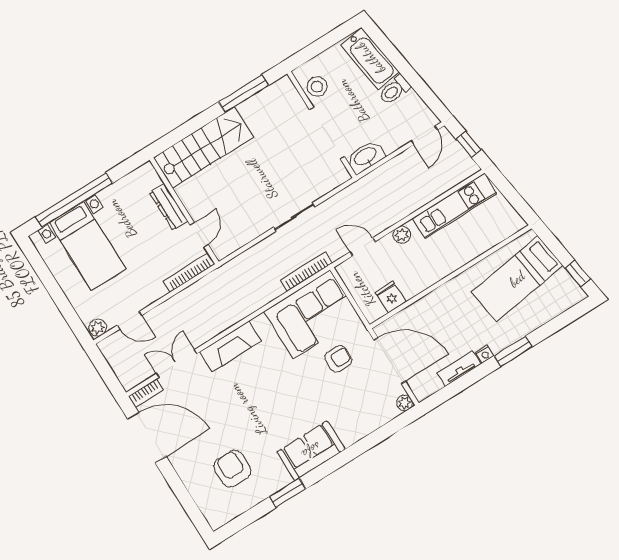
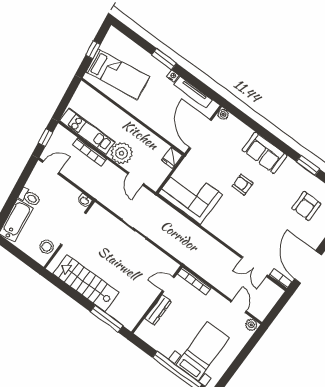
window: (244, 94) -> (107, 319), moved
stairs: (203, 147) -> (86, 283), moved
washbasin: (366, 157) -> (85, 201), width x0.52, depth x0.69
plant: (402, 235) -> (122, 153), width x1.88, depth x1.88
bookcase: (306, 272) -> (89, 152), moved
window: (578, 273) -> (93, 50), moved
fridge: (391, 297) -> (172, 158), moved
fireplace: (230, 346) -> (230, 237), removed
armchair: (338, 359) -> (243, 185), moved
tv unit: (459, 369) -> (193, 92), width x1.41
sofa: (311, 451) -> (265, 153), moved

